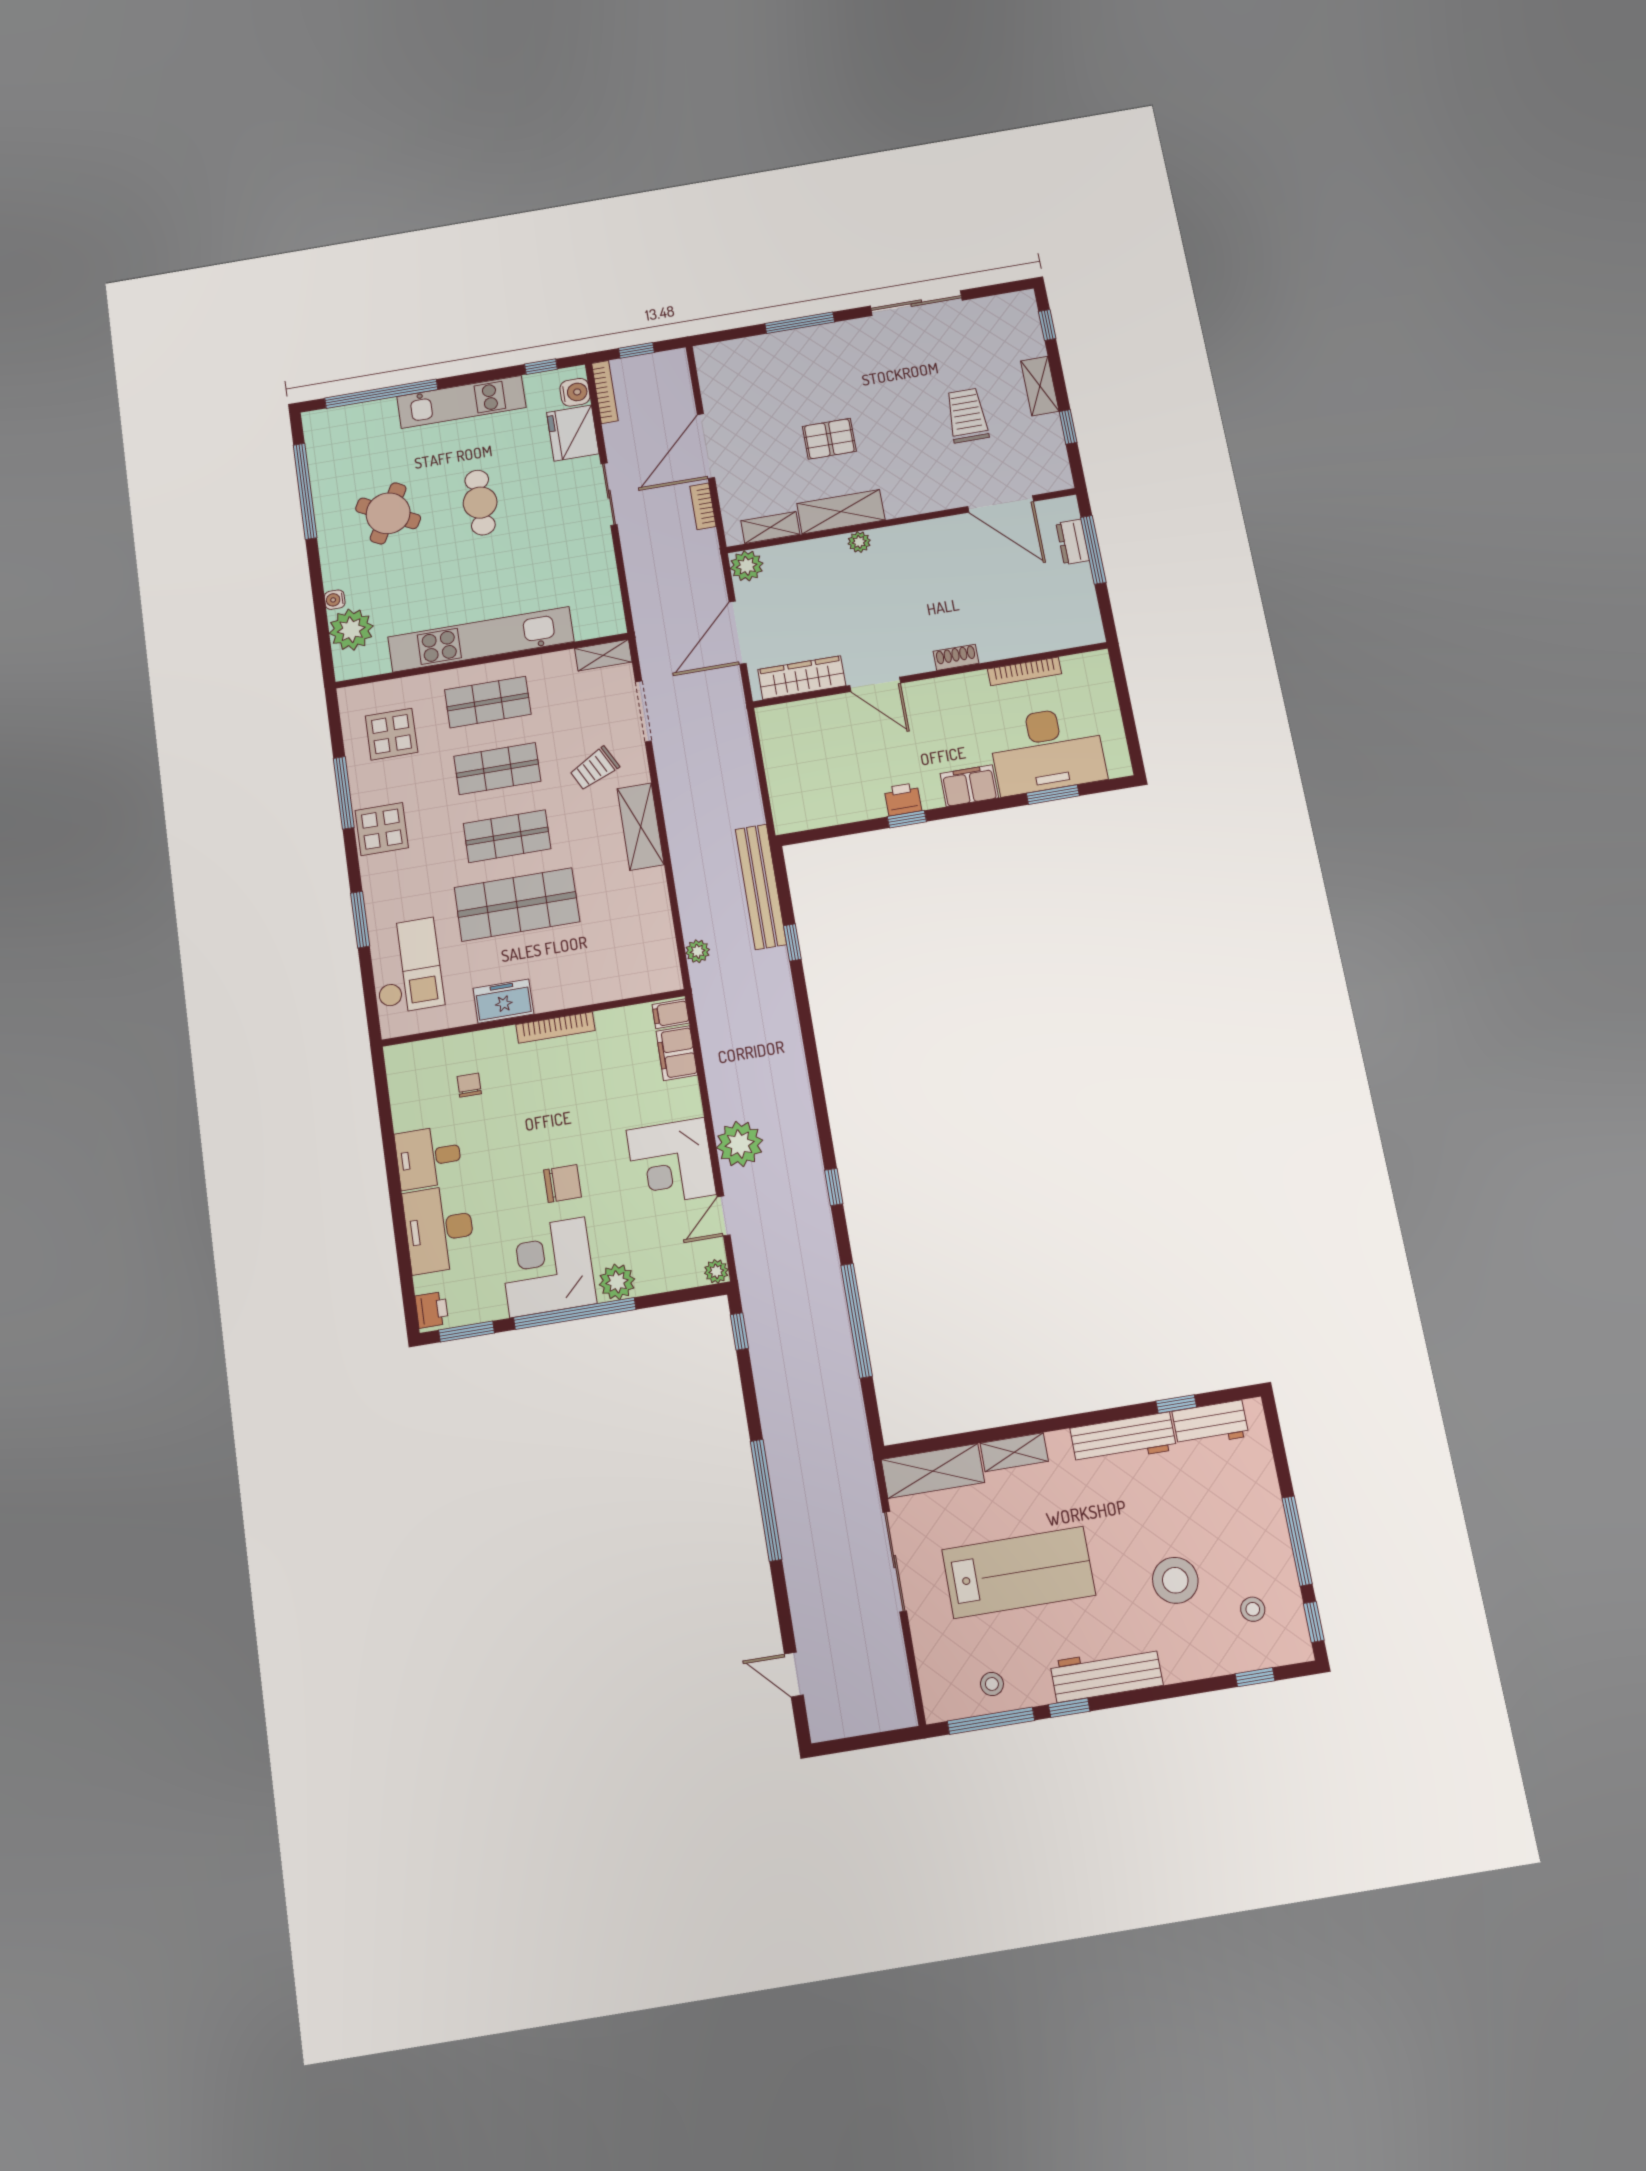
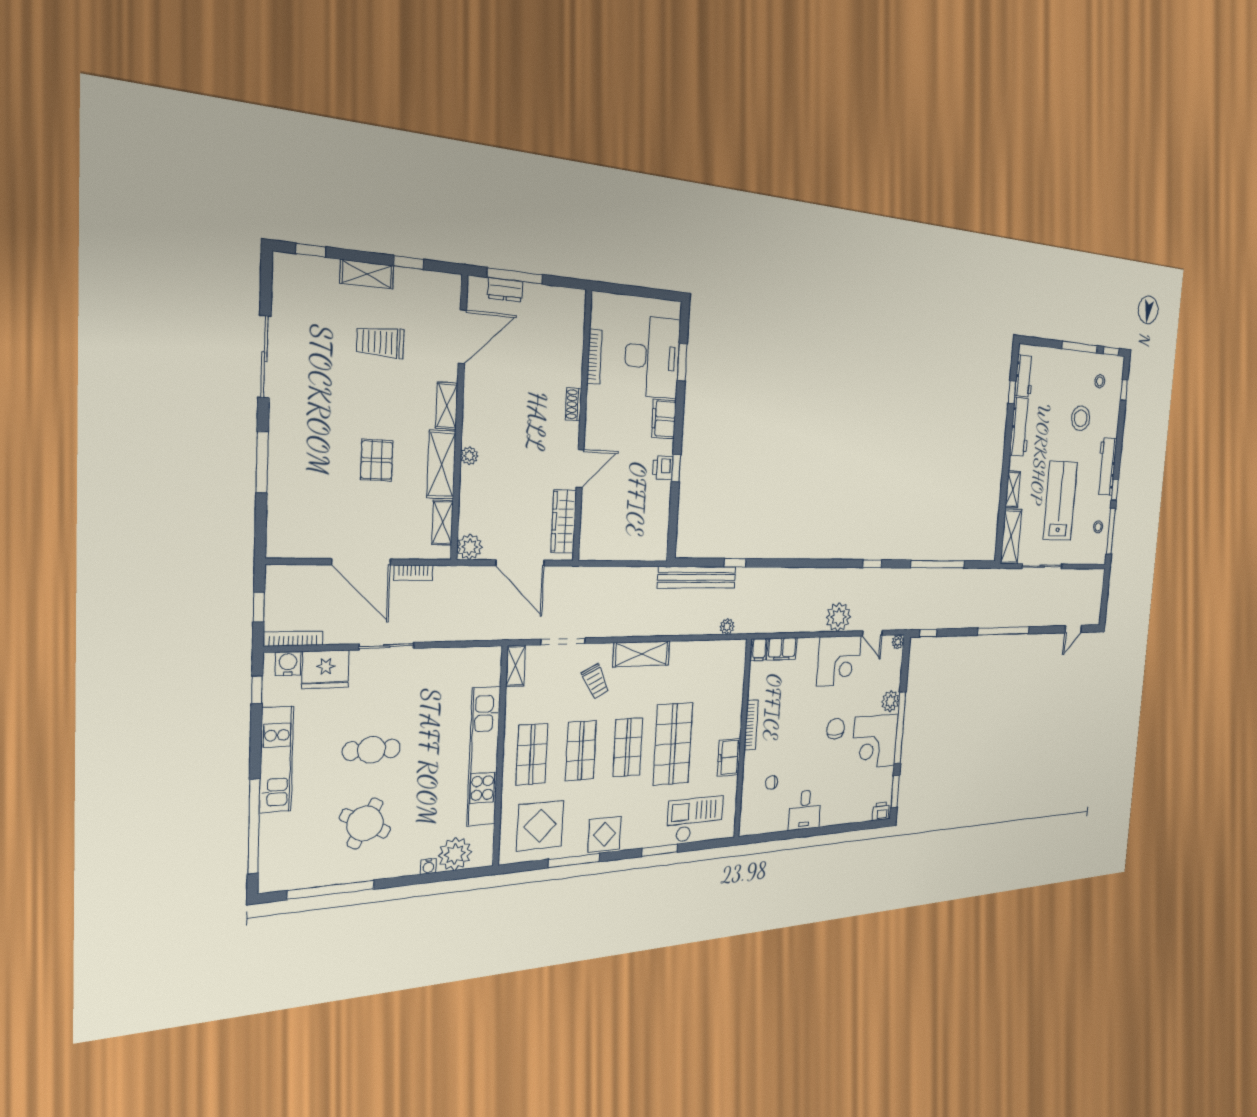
shelving: (913, 503) -> (447, 406), added
display table: (391, 734) -> (540, 826), width x1.36, depth x1.36
desk: (439, 1229) -> (843, 805), removed

